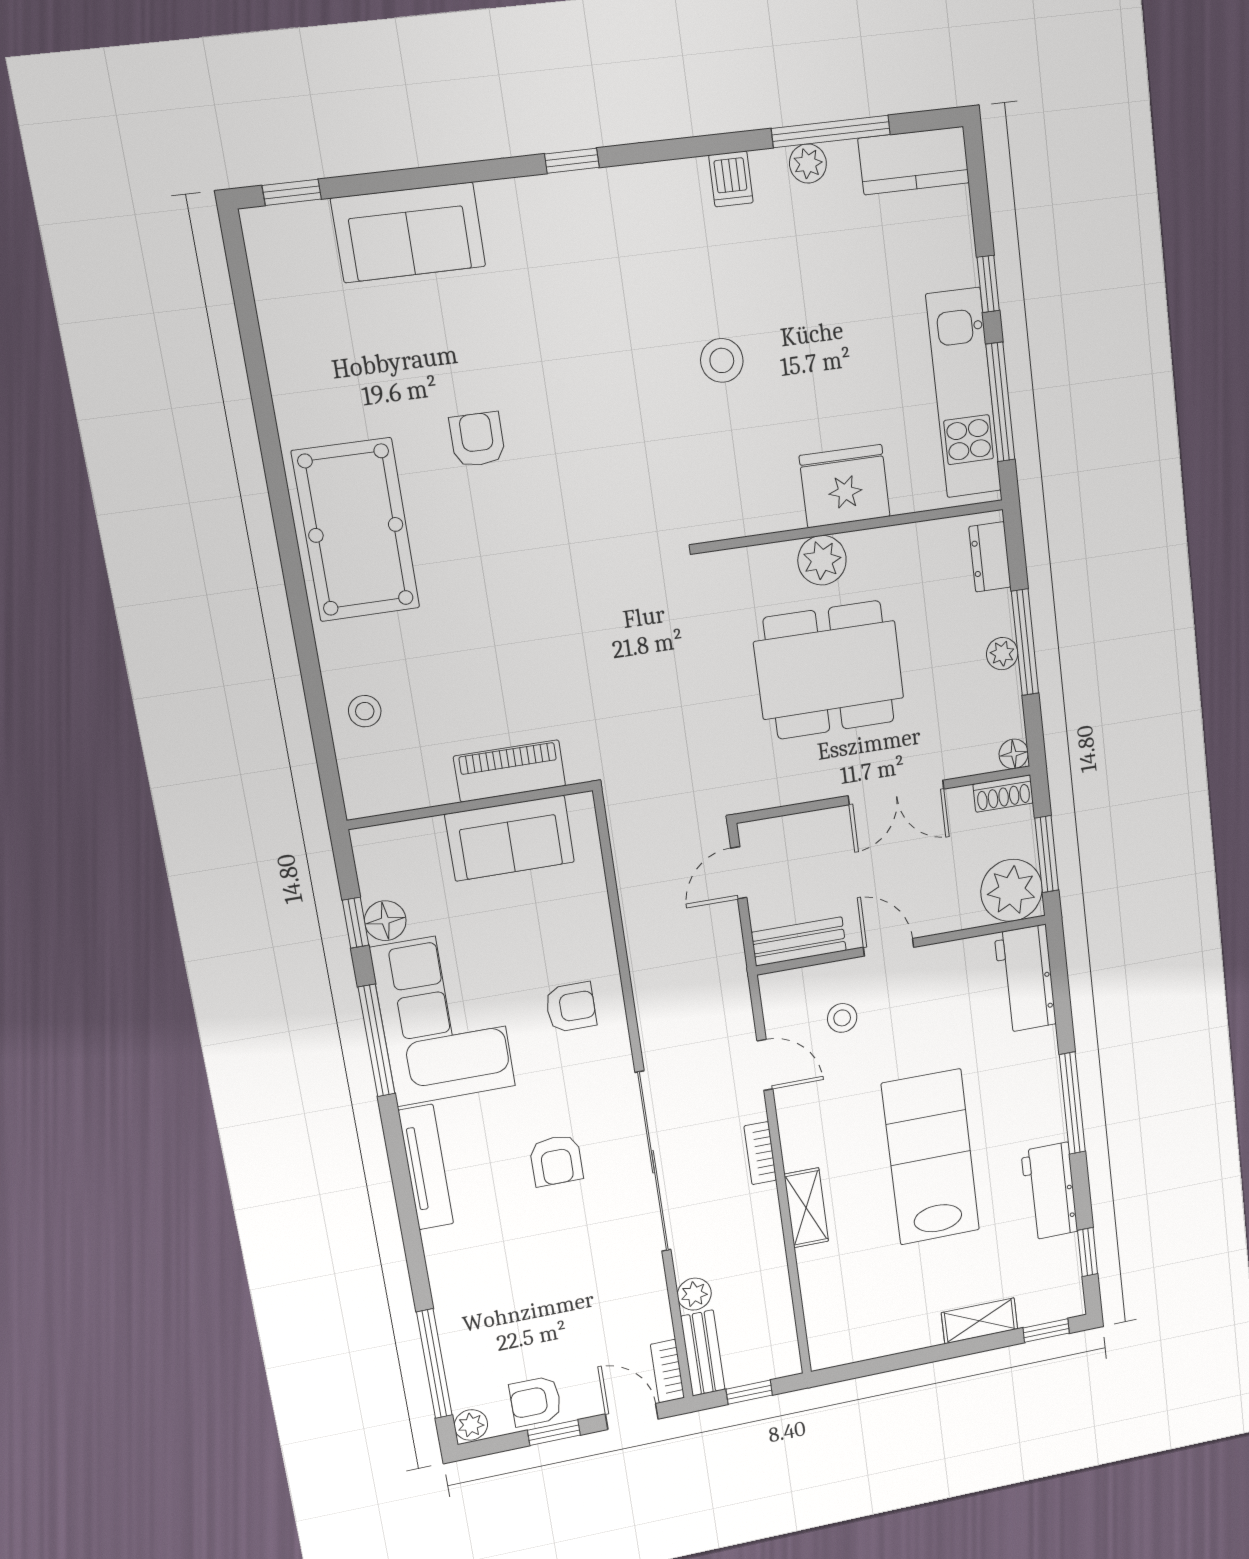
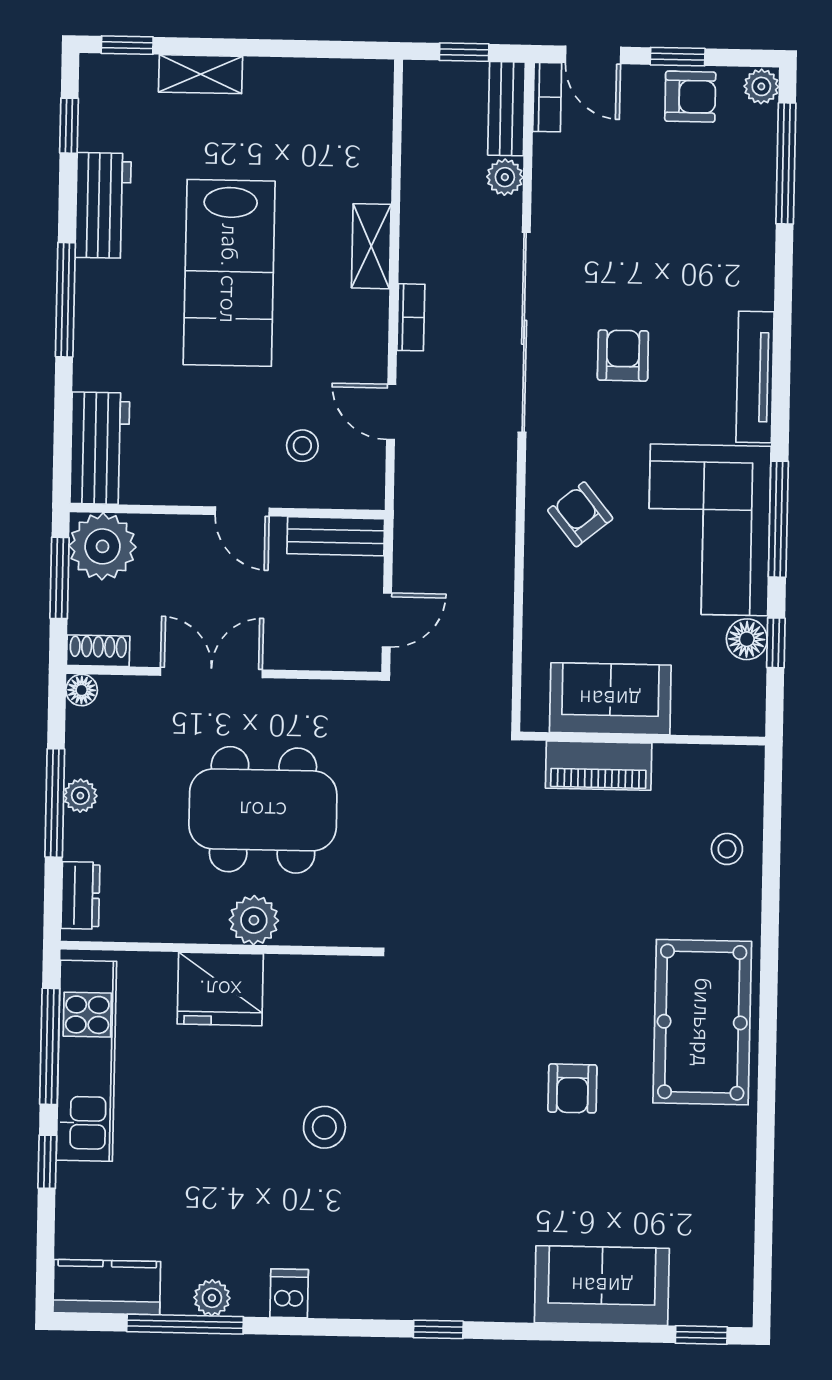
armchair: (571, 1007) -> (580, 514), turned 51

